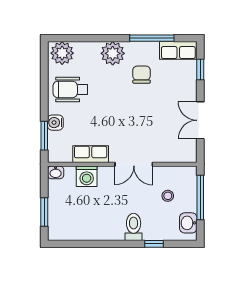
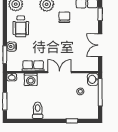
wheelchair: (70, 89) -> (21, 26), turned -90
double door: (134, 164) -> (60, 72), swing flipped
washbasin: (188, 223) -> (93, 79), moved
toilet: (134, 227) -> (38, 110), moved

